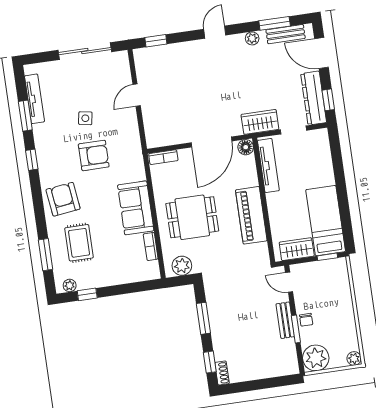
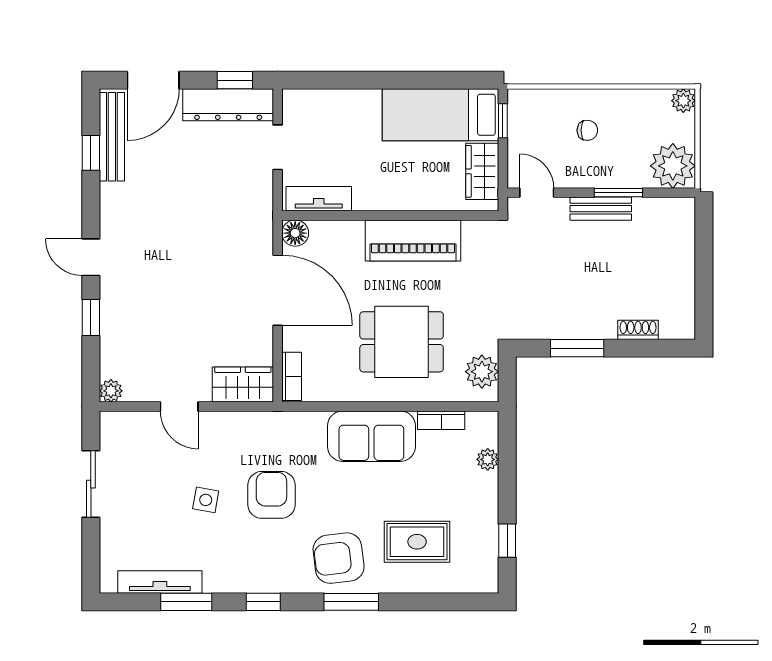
window: (275, 23) -> (91, 153), width x0.67
bench: (286, 34) -> (112, 137), width x1.36
plant: (252, 38) -> (111, 391), moved
window: (156, 41) -> (91, 318), moved
sliding door: (85, 51) -> (91, 484), width x0.73
wardrobe: (260, 122) -> (243, 385), moved, turned 90
tv unit: (268, 165) -> (319, 199), width x0.71
dining table: (192, 217) -> (402, 342), turned 90
window: (46, 255) -> (351, 602), moved
door: (289, 282) -> (537, 193), swing flipped
plant: (70, 285) -> (488, 459), moved
chair: (306, 320) -> (587, 130), moved
window: (210, 362) -> (653, 348), removed
shoe rack: (222, 373) -> (638, 330), moved

